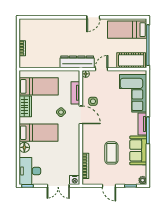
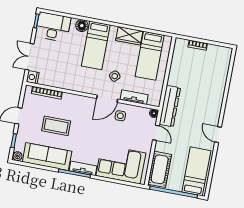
sofa: (138, 150) -> (47, 157), width x1.36

